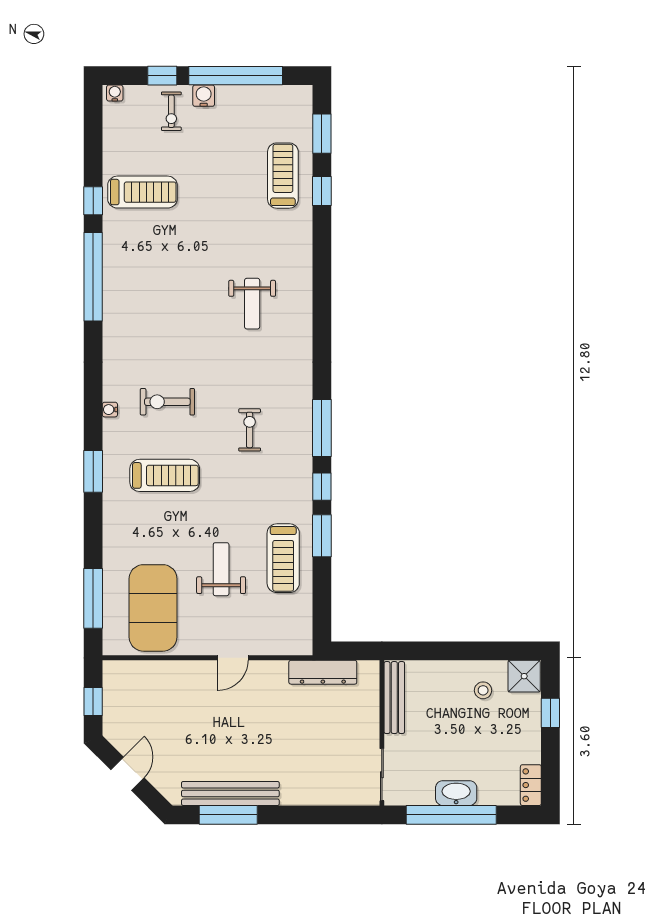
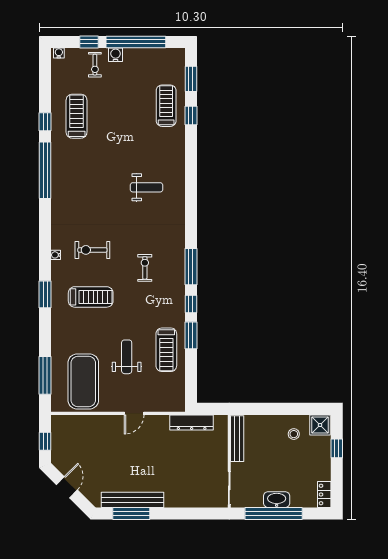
treadmill: (142, 192) -> (77, 116), turned -90
weight bench: (252, 304) -> (146, 187), turned -90

